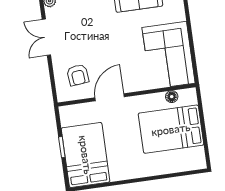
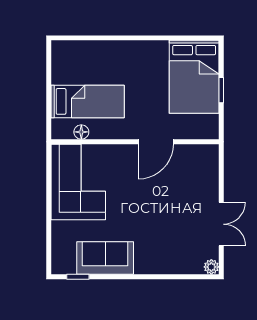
armchair: (78, 75) -> (190, 174), removed
bed: (171, 129) -> (88, 101), width x0.67

